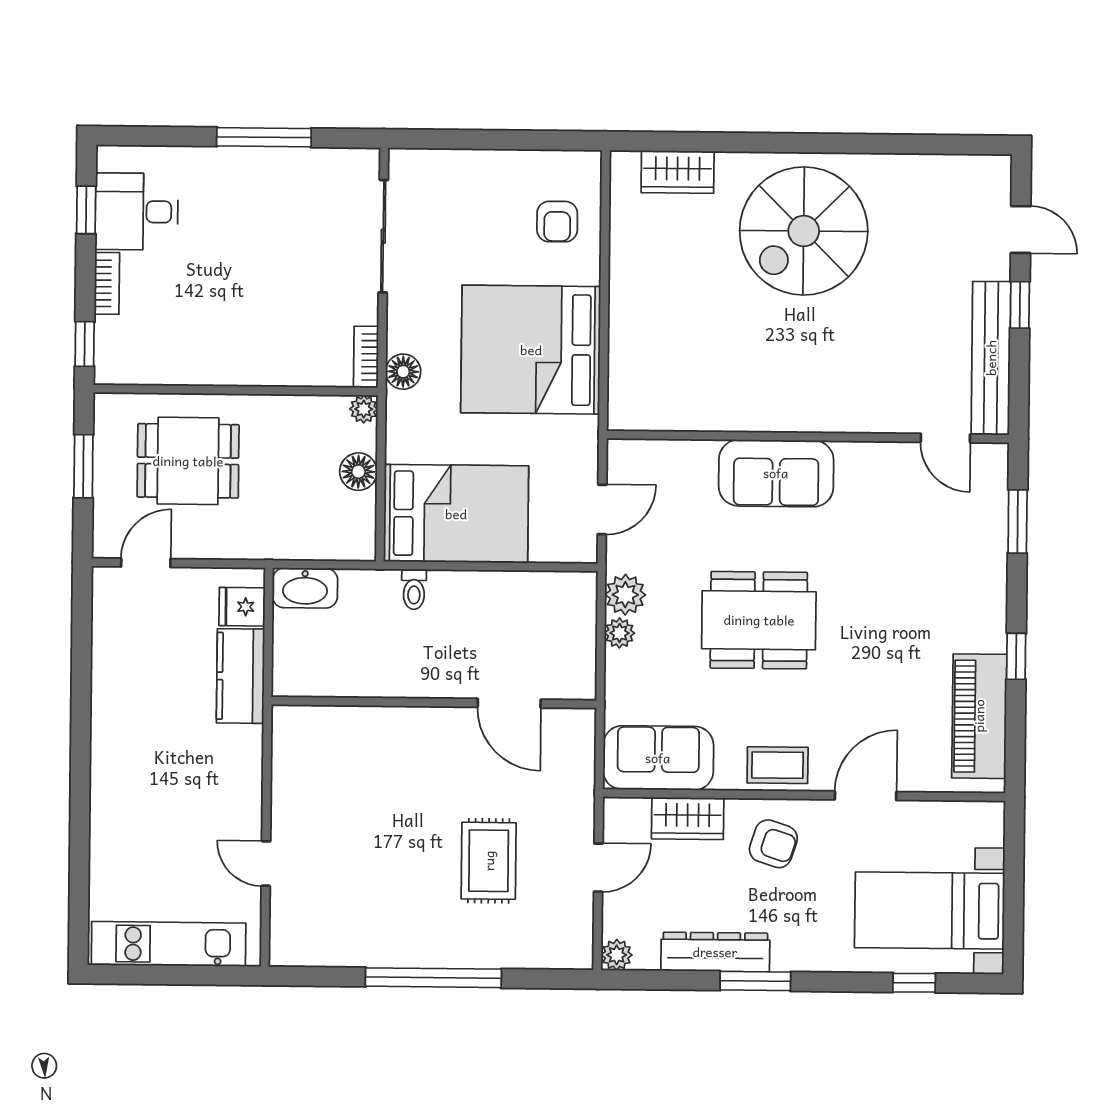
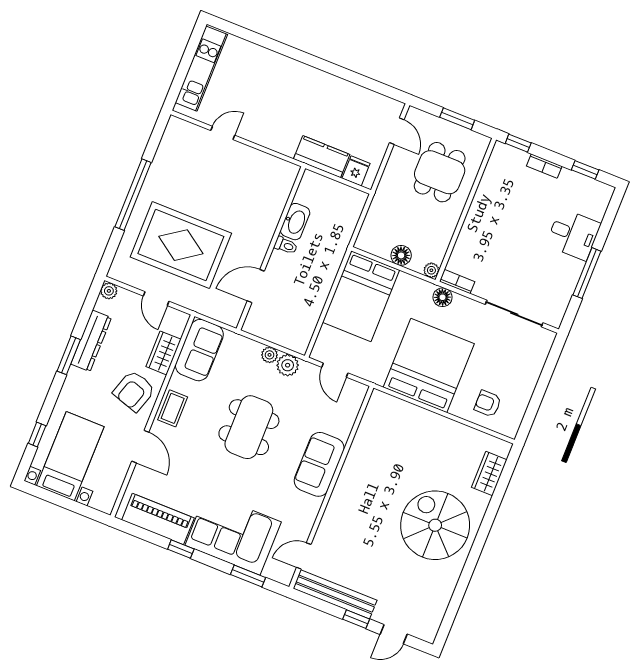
desk: (137, 212) -> (573, 234), moved, turned 90
corner sofa: (954, 576) -> (233, 534), added
washbasin: (305, 588) -> (295, 222), moved, turned 180
toilet: (414, 589) -> (286, 245), moved, turned 180
armchair: (773, 844) -> (134, 391), width x1.38, depth x1.38
rug: (489, 861) -> (181, 245), width x1.86, depth x2.06

